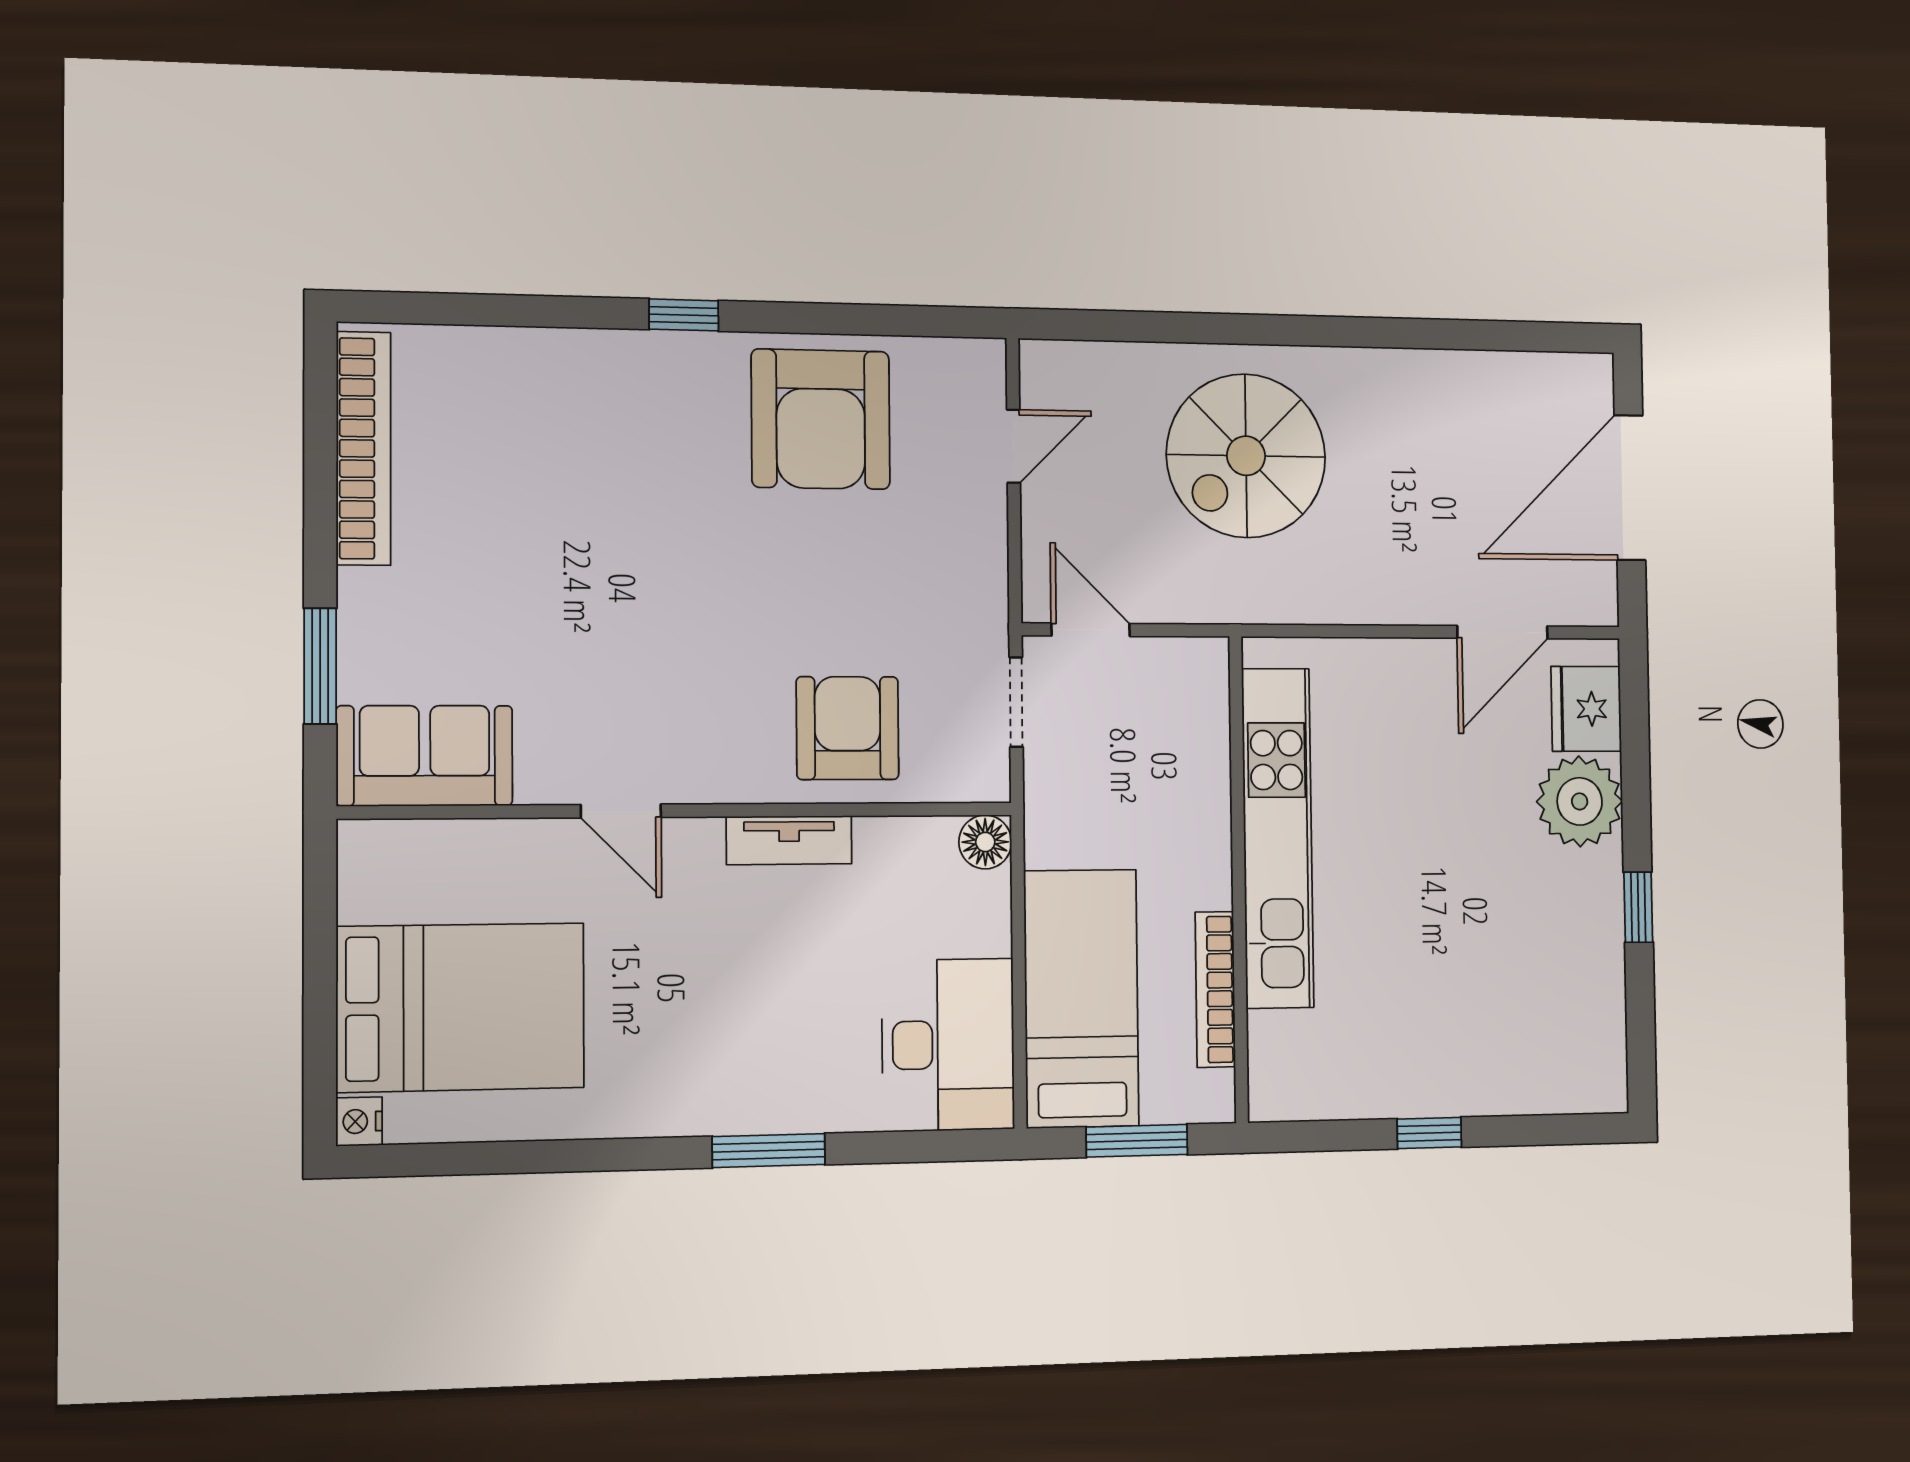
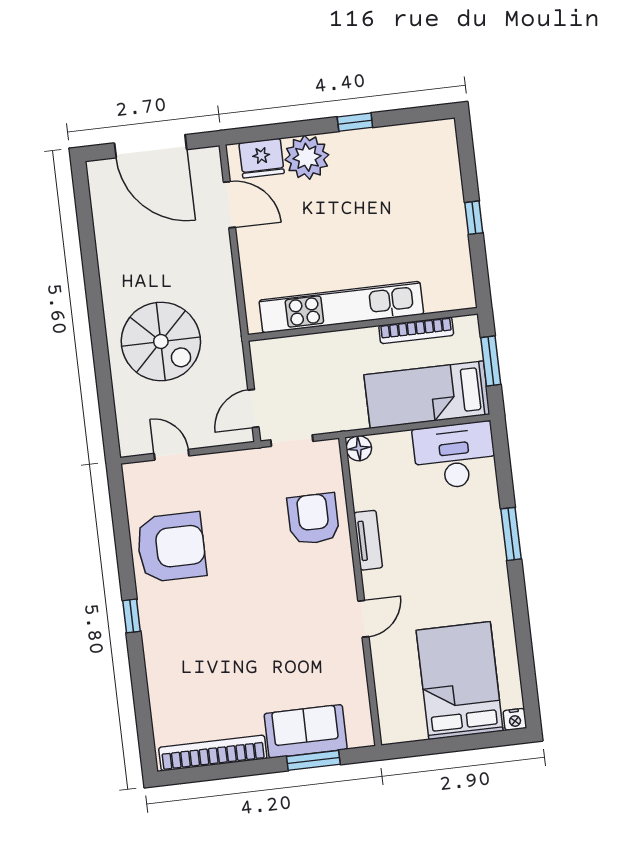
armchair: (848, 728) -> (313, 519), turned 90
sofa: (425, 756) -> (306, 731), moved, turned 90

